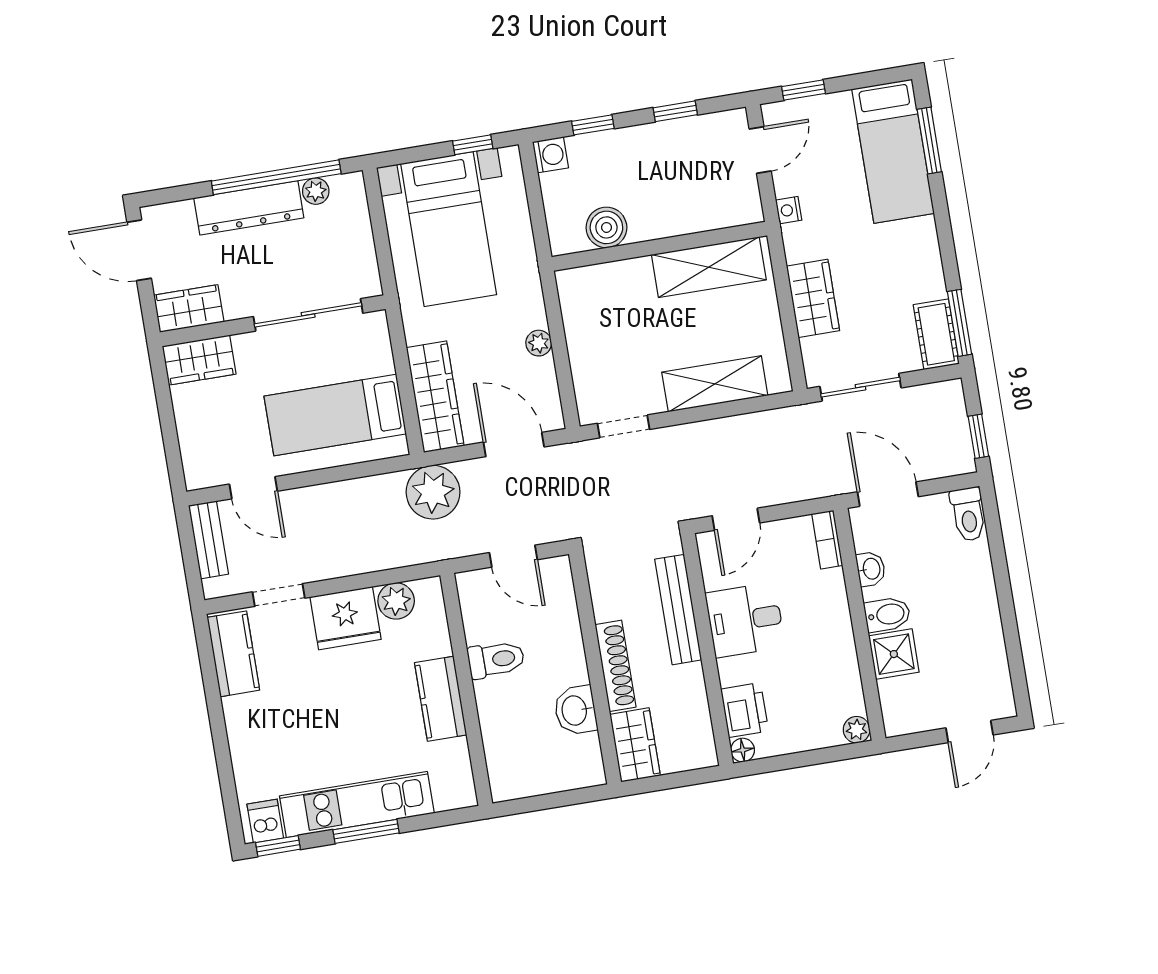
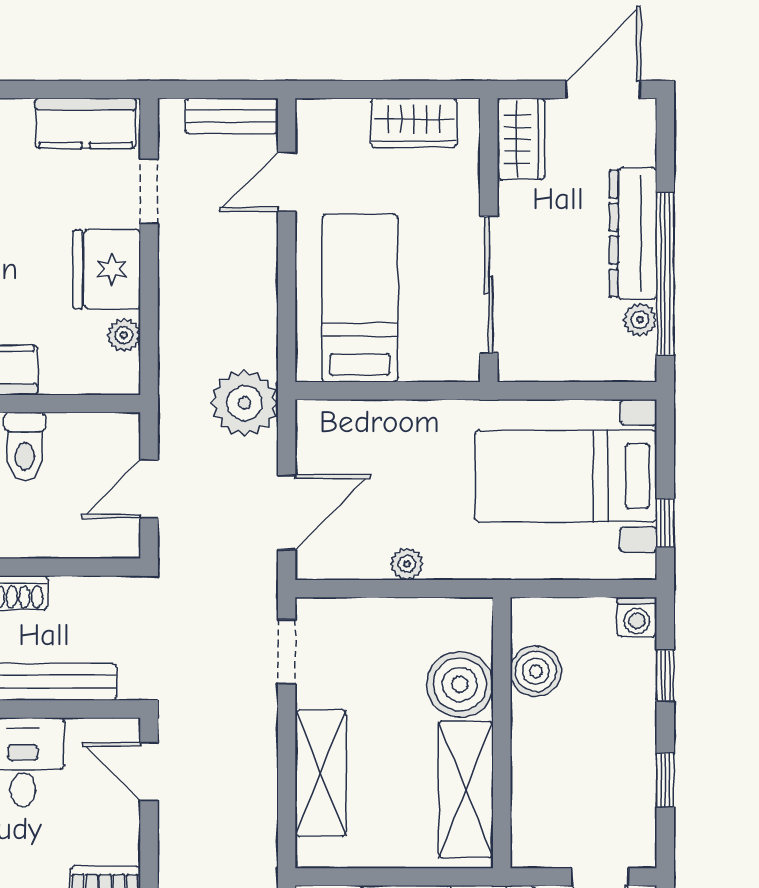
boiler: (627, 286) -> (460, 684), added
wardrobe: (199, 360) -> (414, 123), moved, turned -90
wardrobe: (435, 397) -> (362, 425), removed
plant: (396, 601) -> (124, 335), width x0.73, depth x0.73

